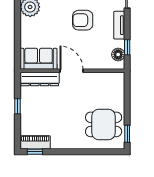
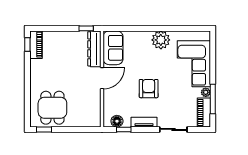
window: (18, 106) -> (86, 28), moved

